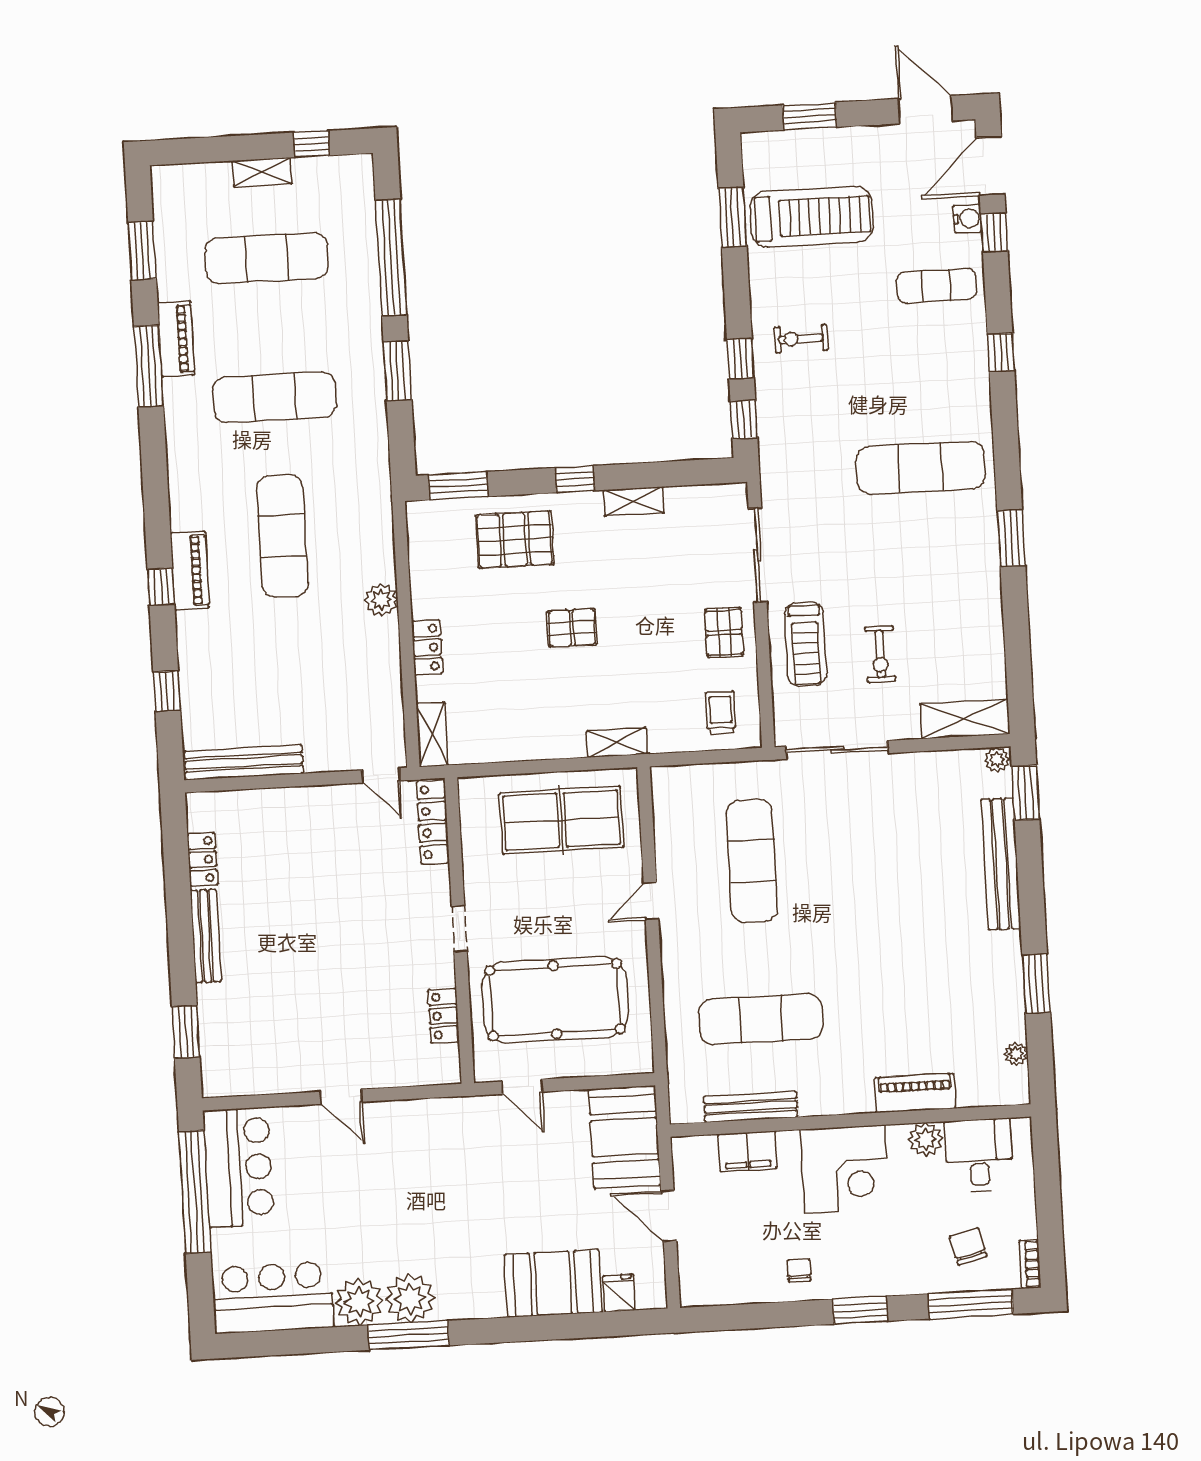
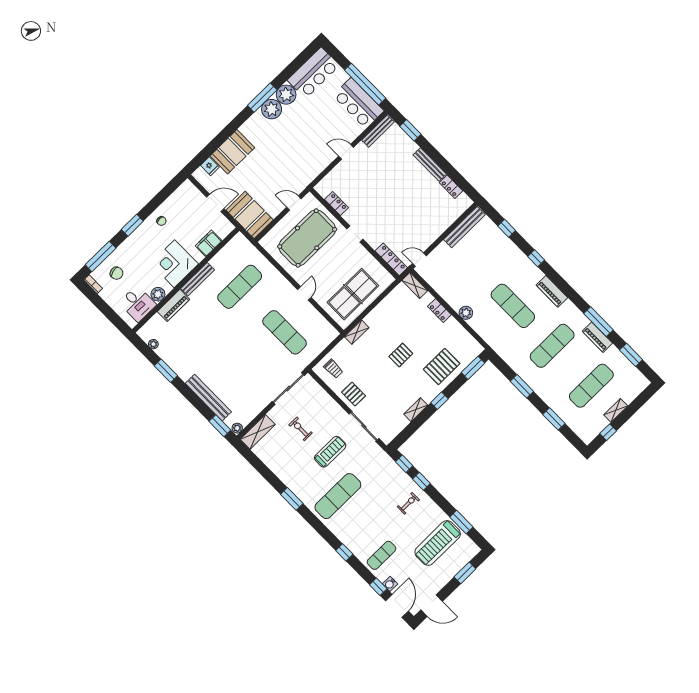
window: (391, 258) -> (554, 419), width x0.47
piano: (190, 571) -> (552, 291), moved
treadmill: (805, 644) -> (330, 452), moved, turned 90
bench: (248, 1083) -> (378, 131), added
bench: (751, 1107) -> (198, 279), moved

